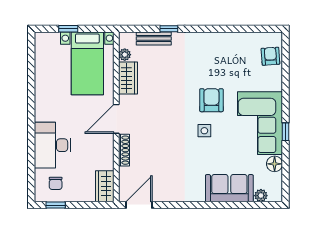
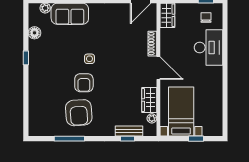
window: (169, 29) -> (127, 139), moved
window: (230, 29) -> (69, 139), added
armchair: (270, 56) -> (79, 113), moved, width x1.88, depth x1.88
door: (116, 119) -> (158, 68), hinge flipped
corner sofa: (260, 123) -> (46, 65), removed

